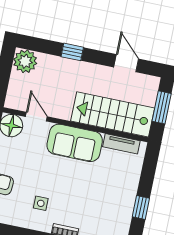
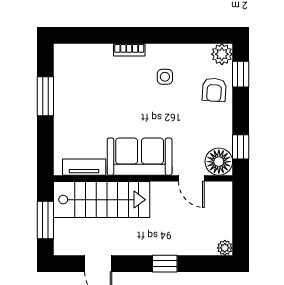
plant: (25, 61) -> (225, 248), width x0.53, depth x0.53
window: (141, 208) -> (45, 96), width x1.50

